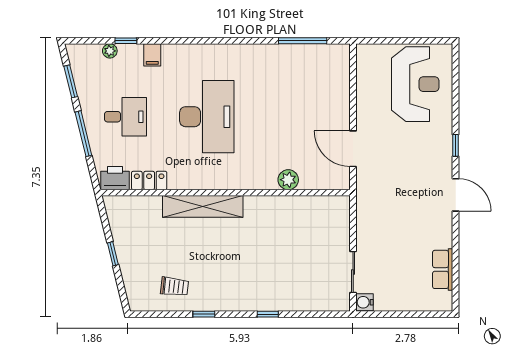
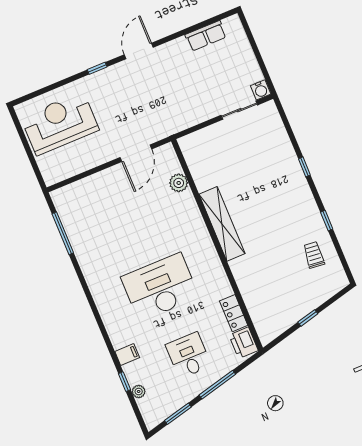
plant: (288, 180) -> (179, 183), moved
shelving: (203, 206) -> (222, 224), moved

